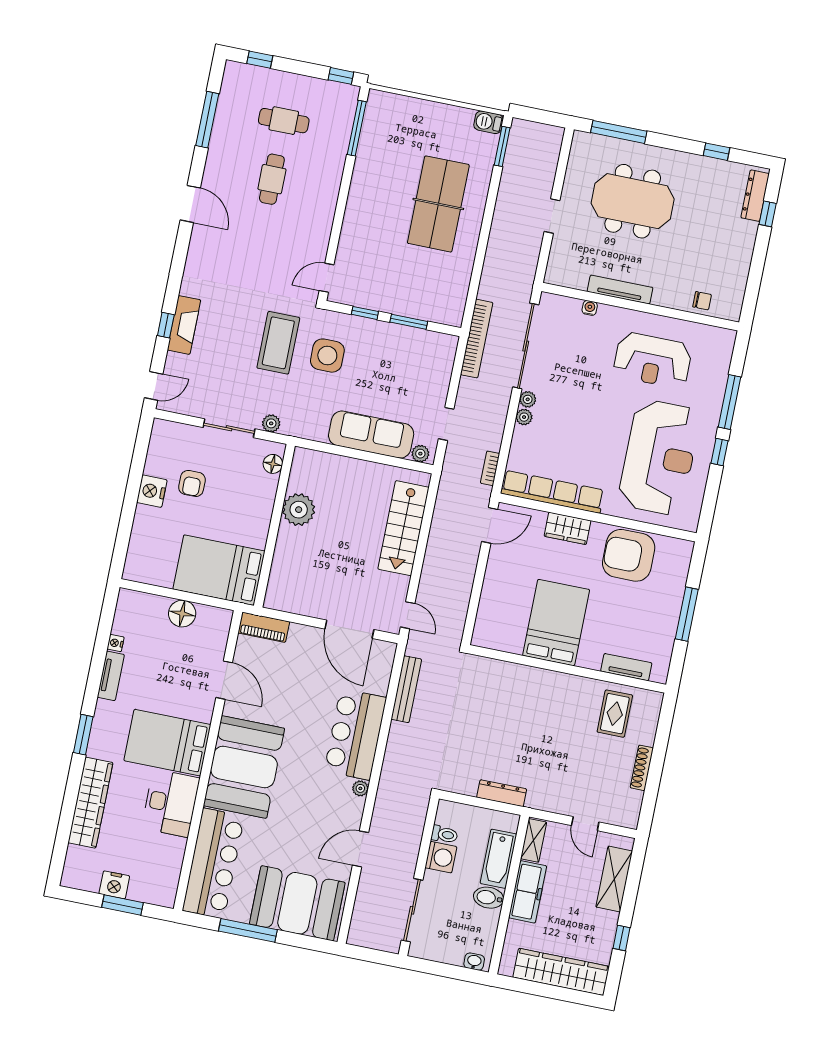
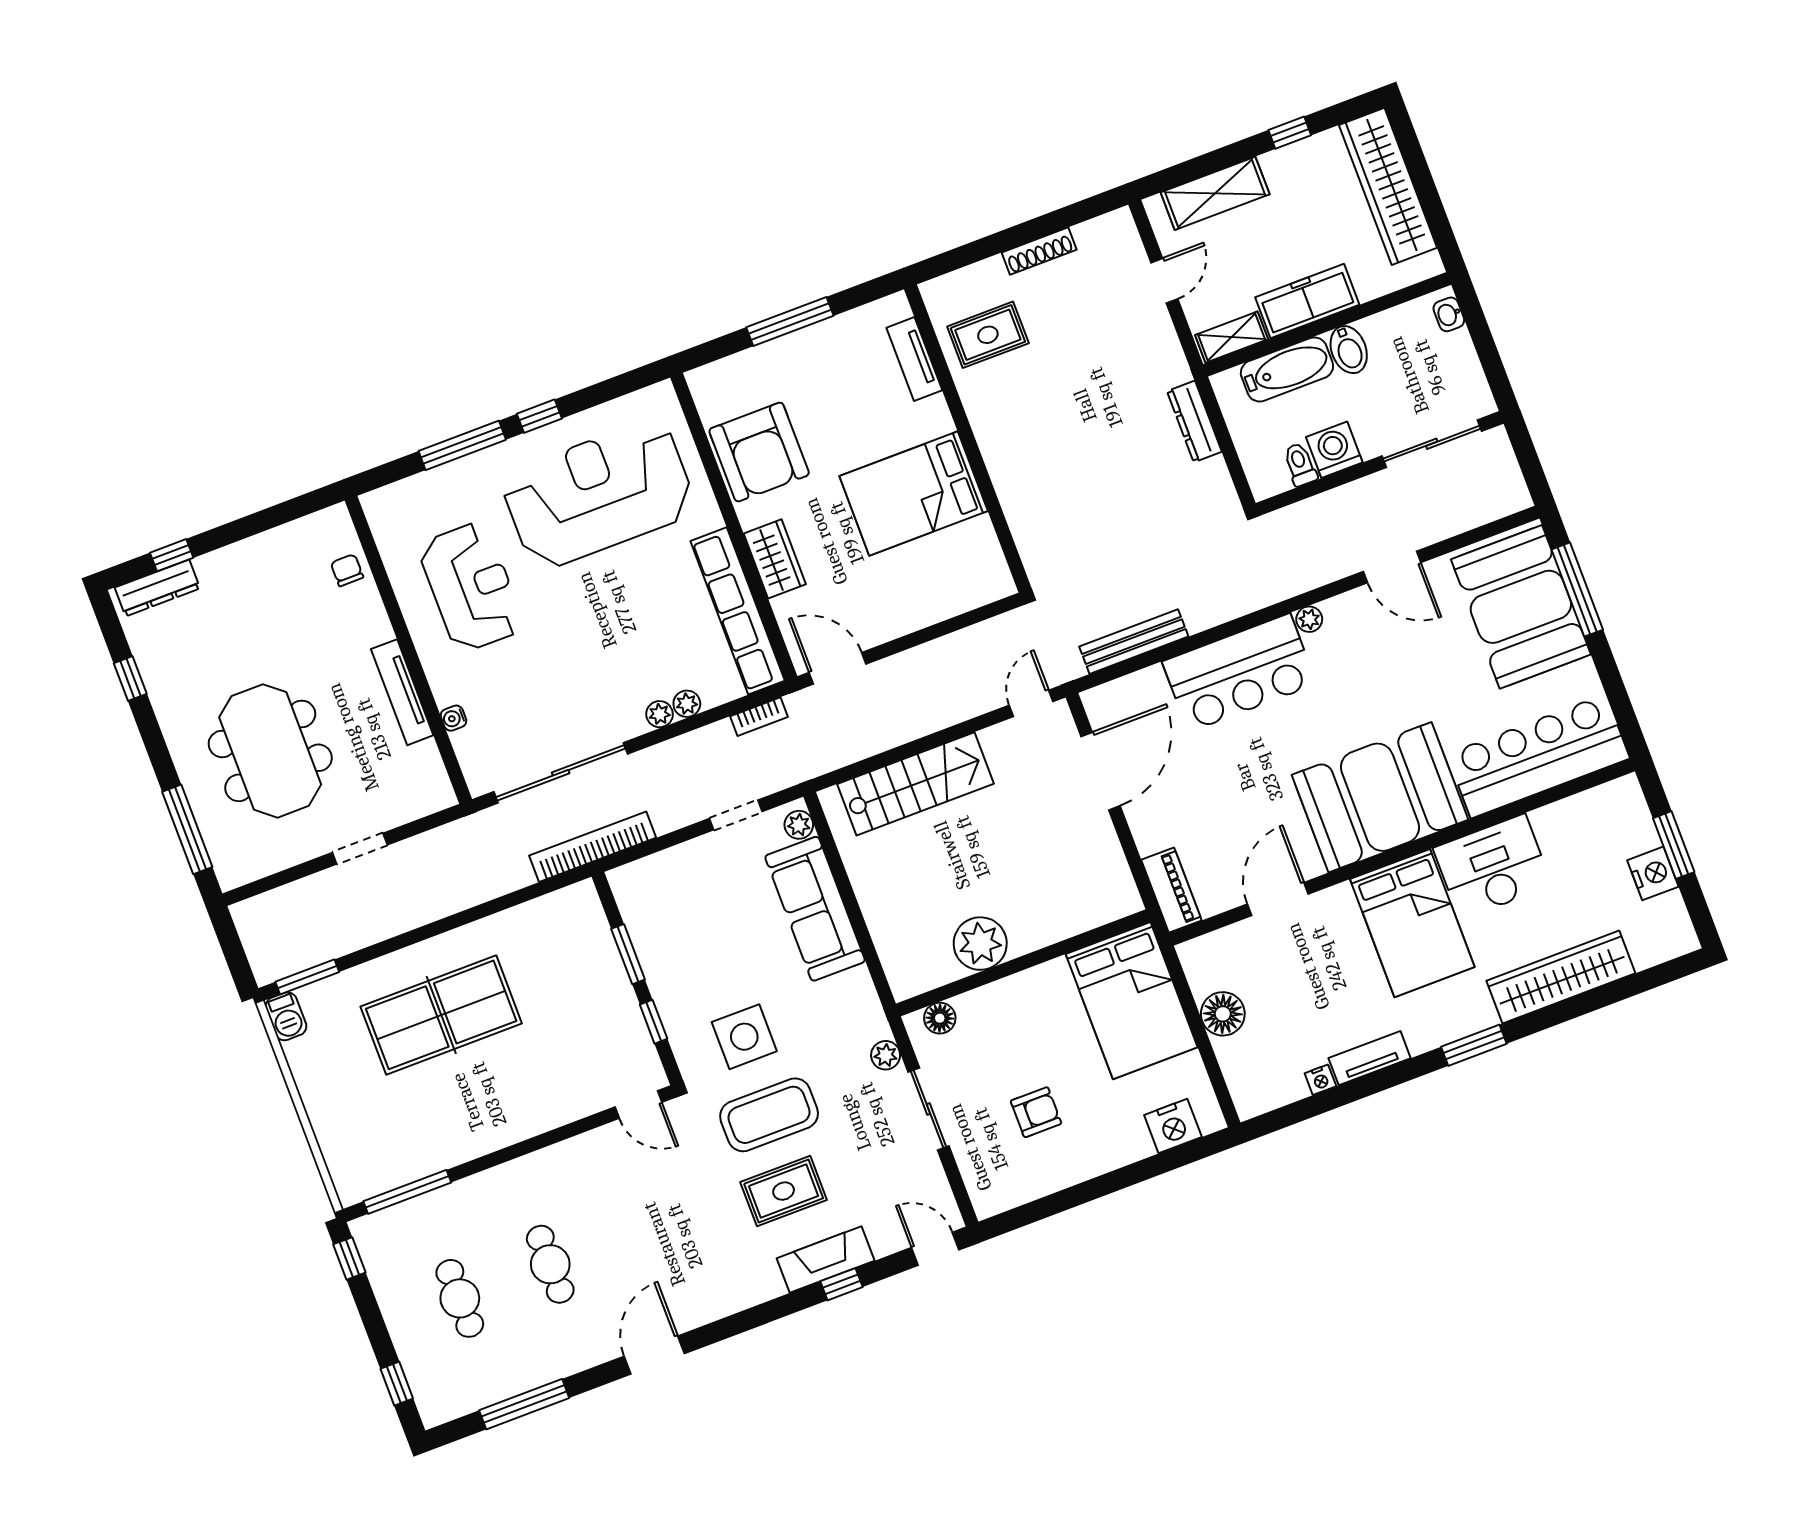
cafe table: (272, 179) -> (550, 1264), turned 90
rug: (234, 325) -> (784, 1191), added
plant: (528, 399) -> (687, 704), moved
nightstand: (152, 491) -> (1173, 1126), moved
window: (248, 930) -> (1577, 590), moved

